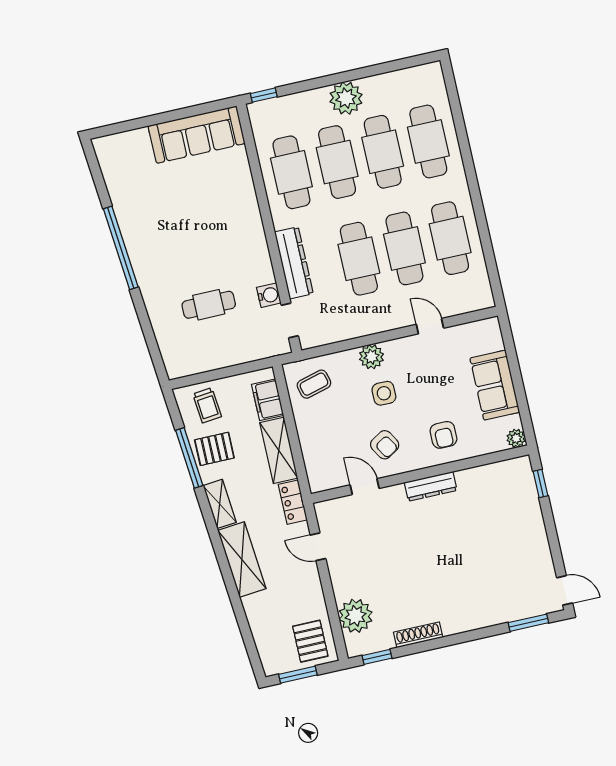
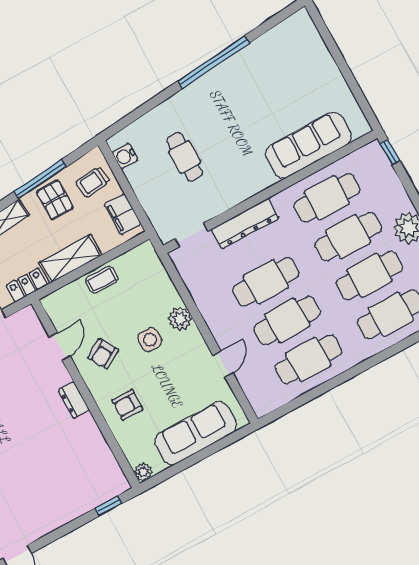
sofa: (197, 135) -> (308, 145), moved, turned 90
water cooler: (269, 295) -> (125, 156), moved, turned 90
coffee table: (314, 384) -> (102, 280), moved, turned -75
sofa: (495, 385) -> (196, 433), width x1.36
filing cabinet: (268, 400) -> (123, 214), moved, turned -90
dresser: (431, 486) -> (74, 400), width x0.70

